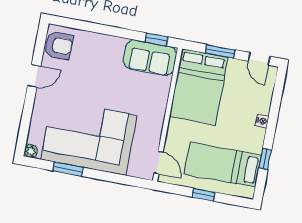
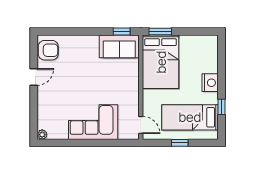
window: (220, 51) -> (160, 32), moved
door: (259, 59) -> (202, 32), removed
nightstand: (262, 121) -> (210, 83), width x1.89, depth x1.79
corner sofa: (89, 137) -> (93, 122), width x0.73, depth x0.74
window: (68, 169) -> (73, 143), removed

